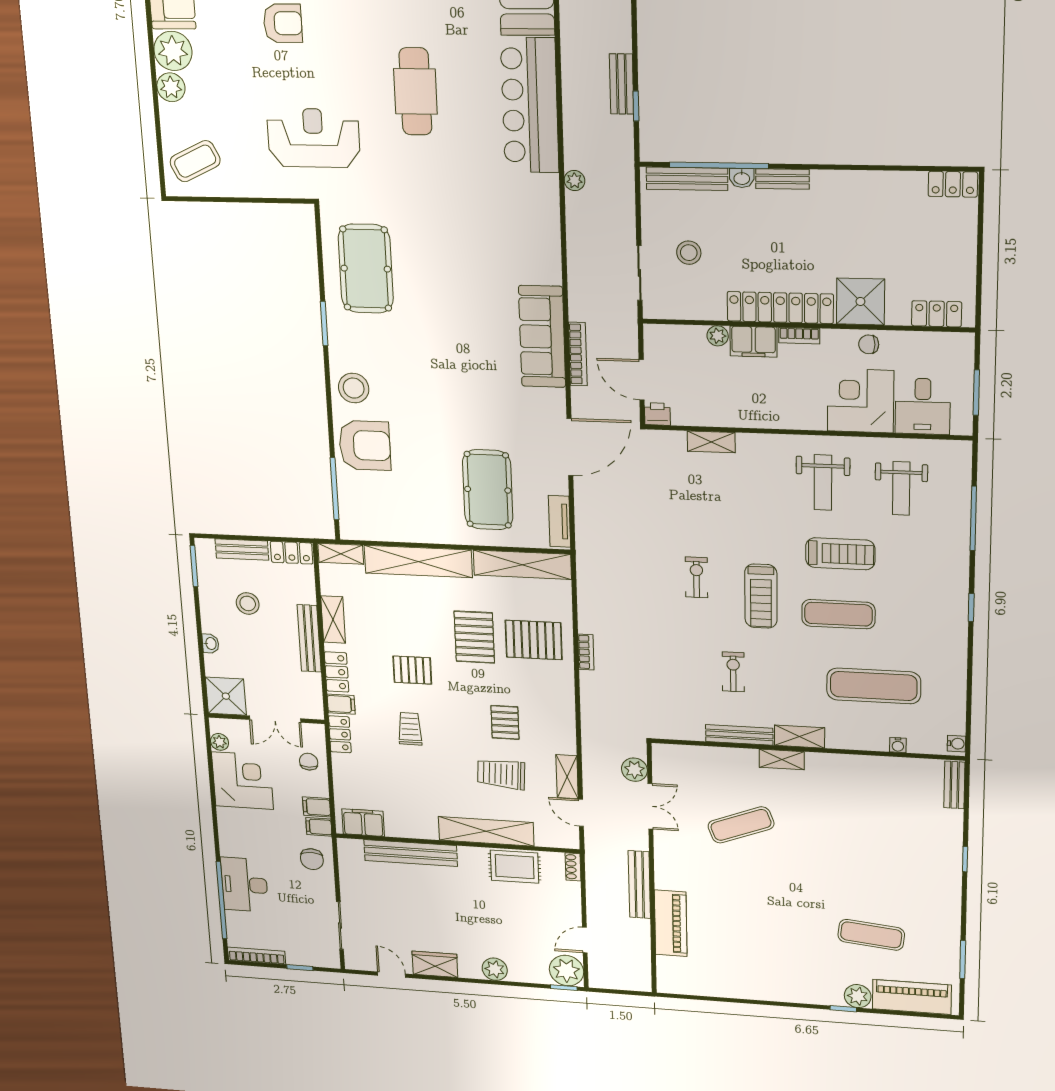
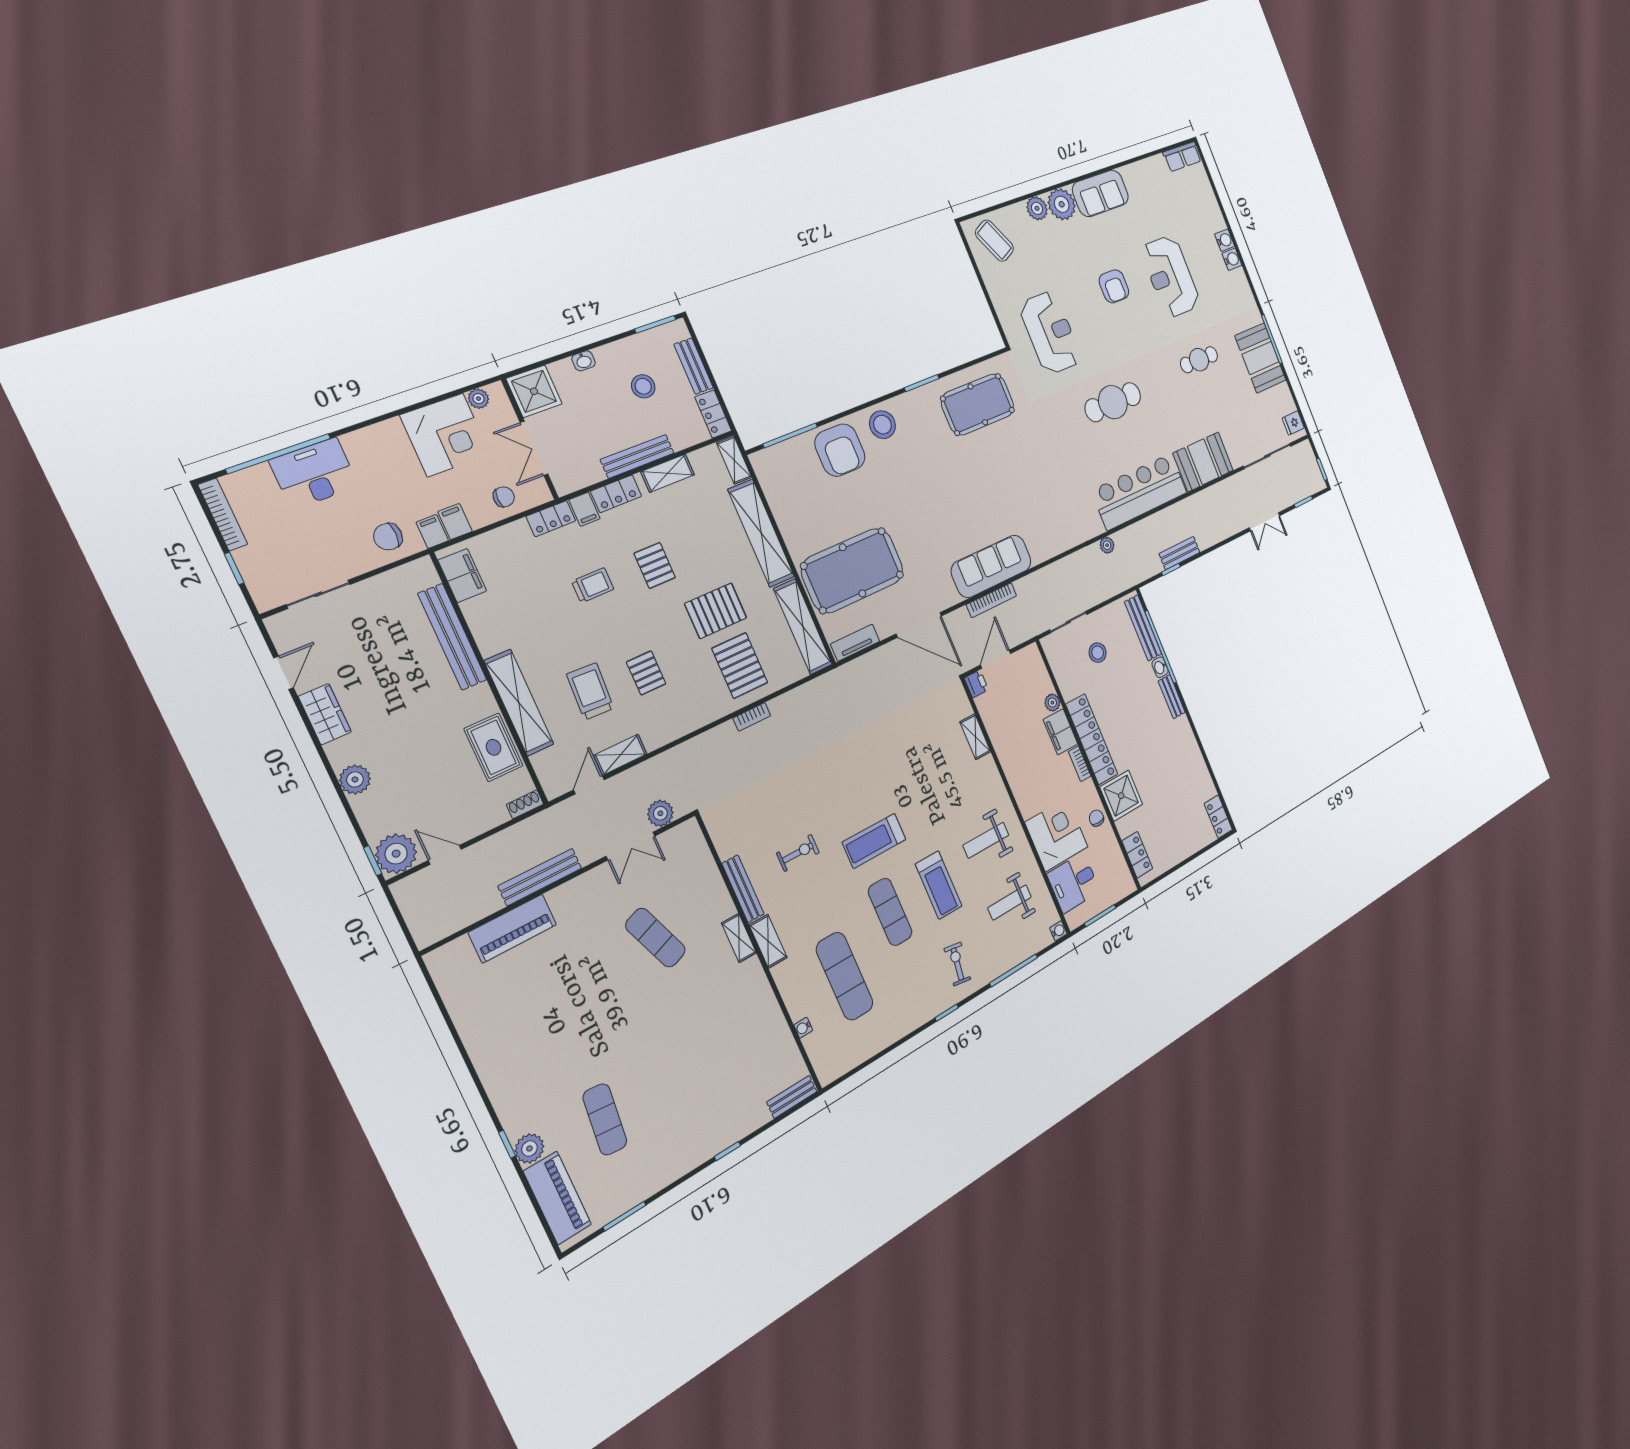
pool table: (488, 490) -> (853, 570), width x1.36, depth x1.32
exercise bike: (696, 577) -> (957, 964), moved, turned -81
pallet: (505, 722) -> (646, 673), turned 90
water cooler: (956, 744) -> (1058, 931), moved, turned -90

